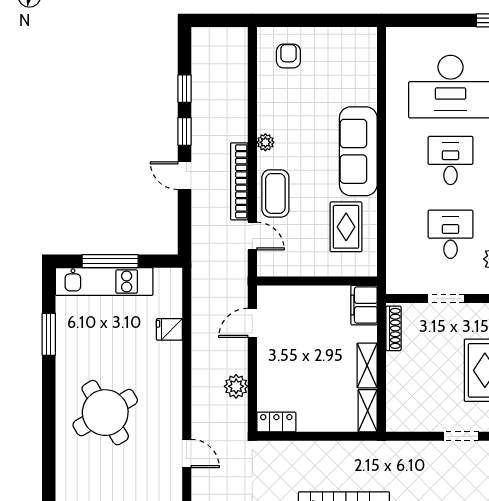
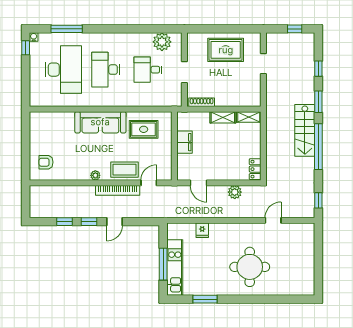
desk: (451, 160) -> (106, 70), width x1.37
filing cabinet: (364, 305) -> (185, 142), moved, turned -90
round table: (105, 413) -> (250, 267), turned 31

